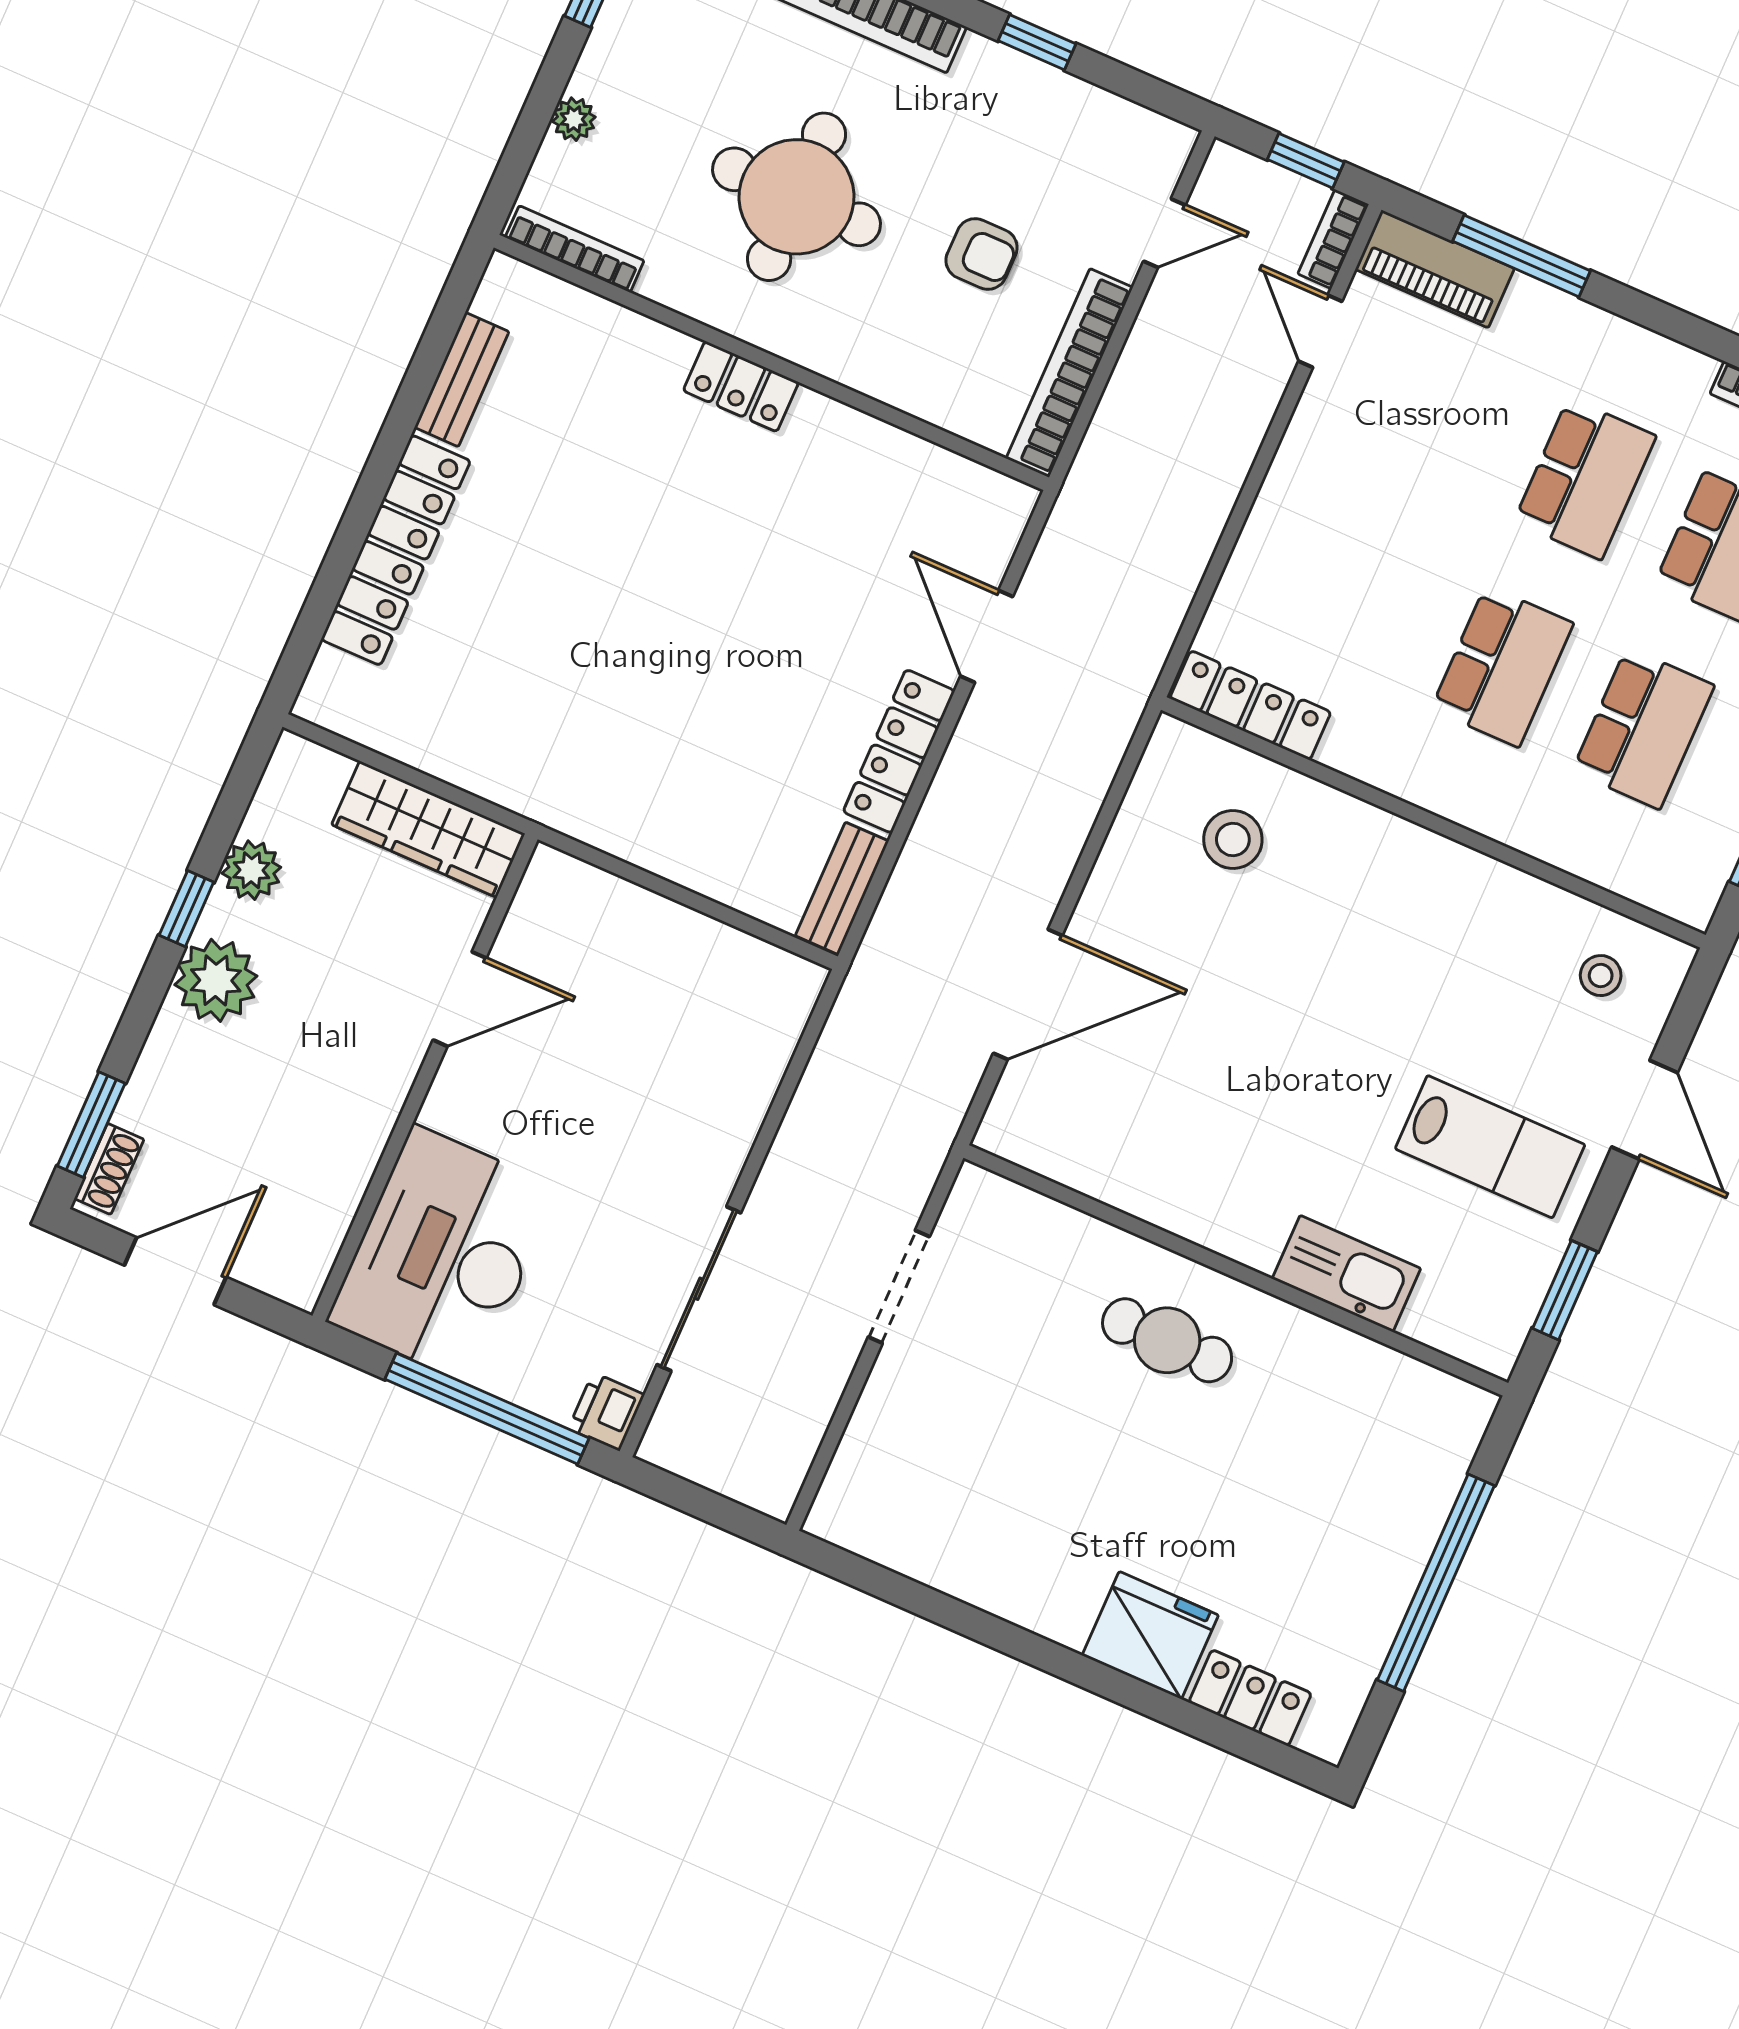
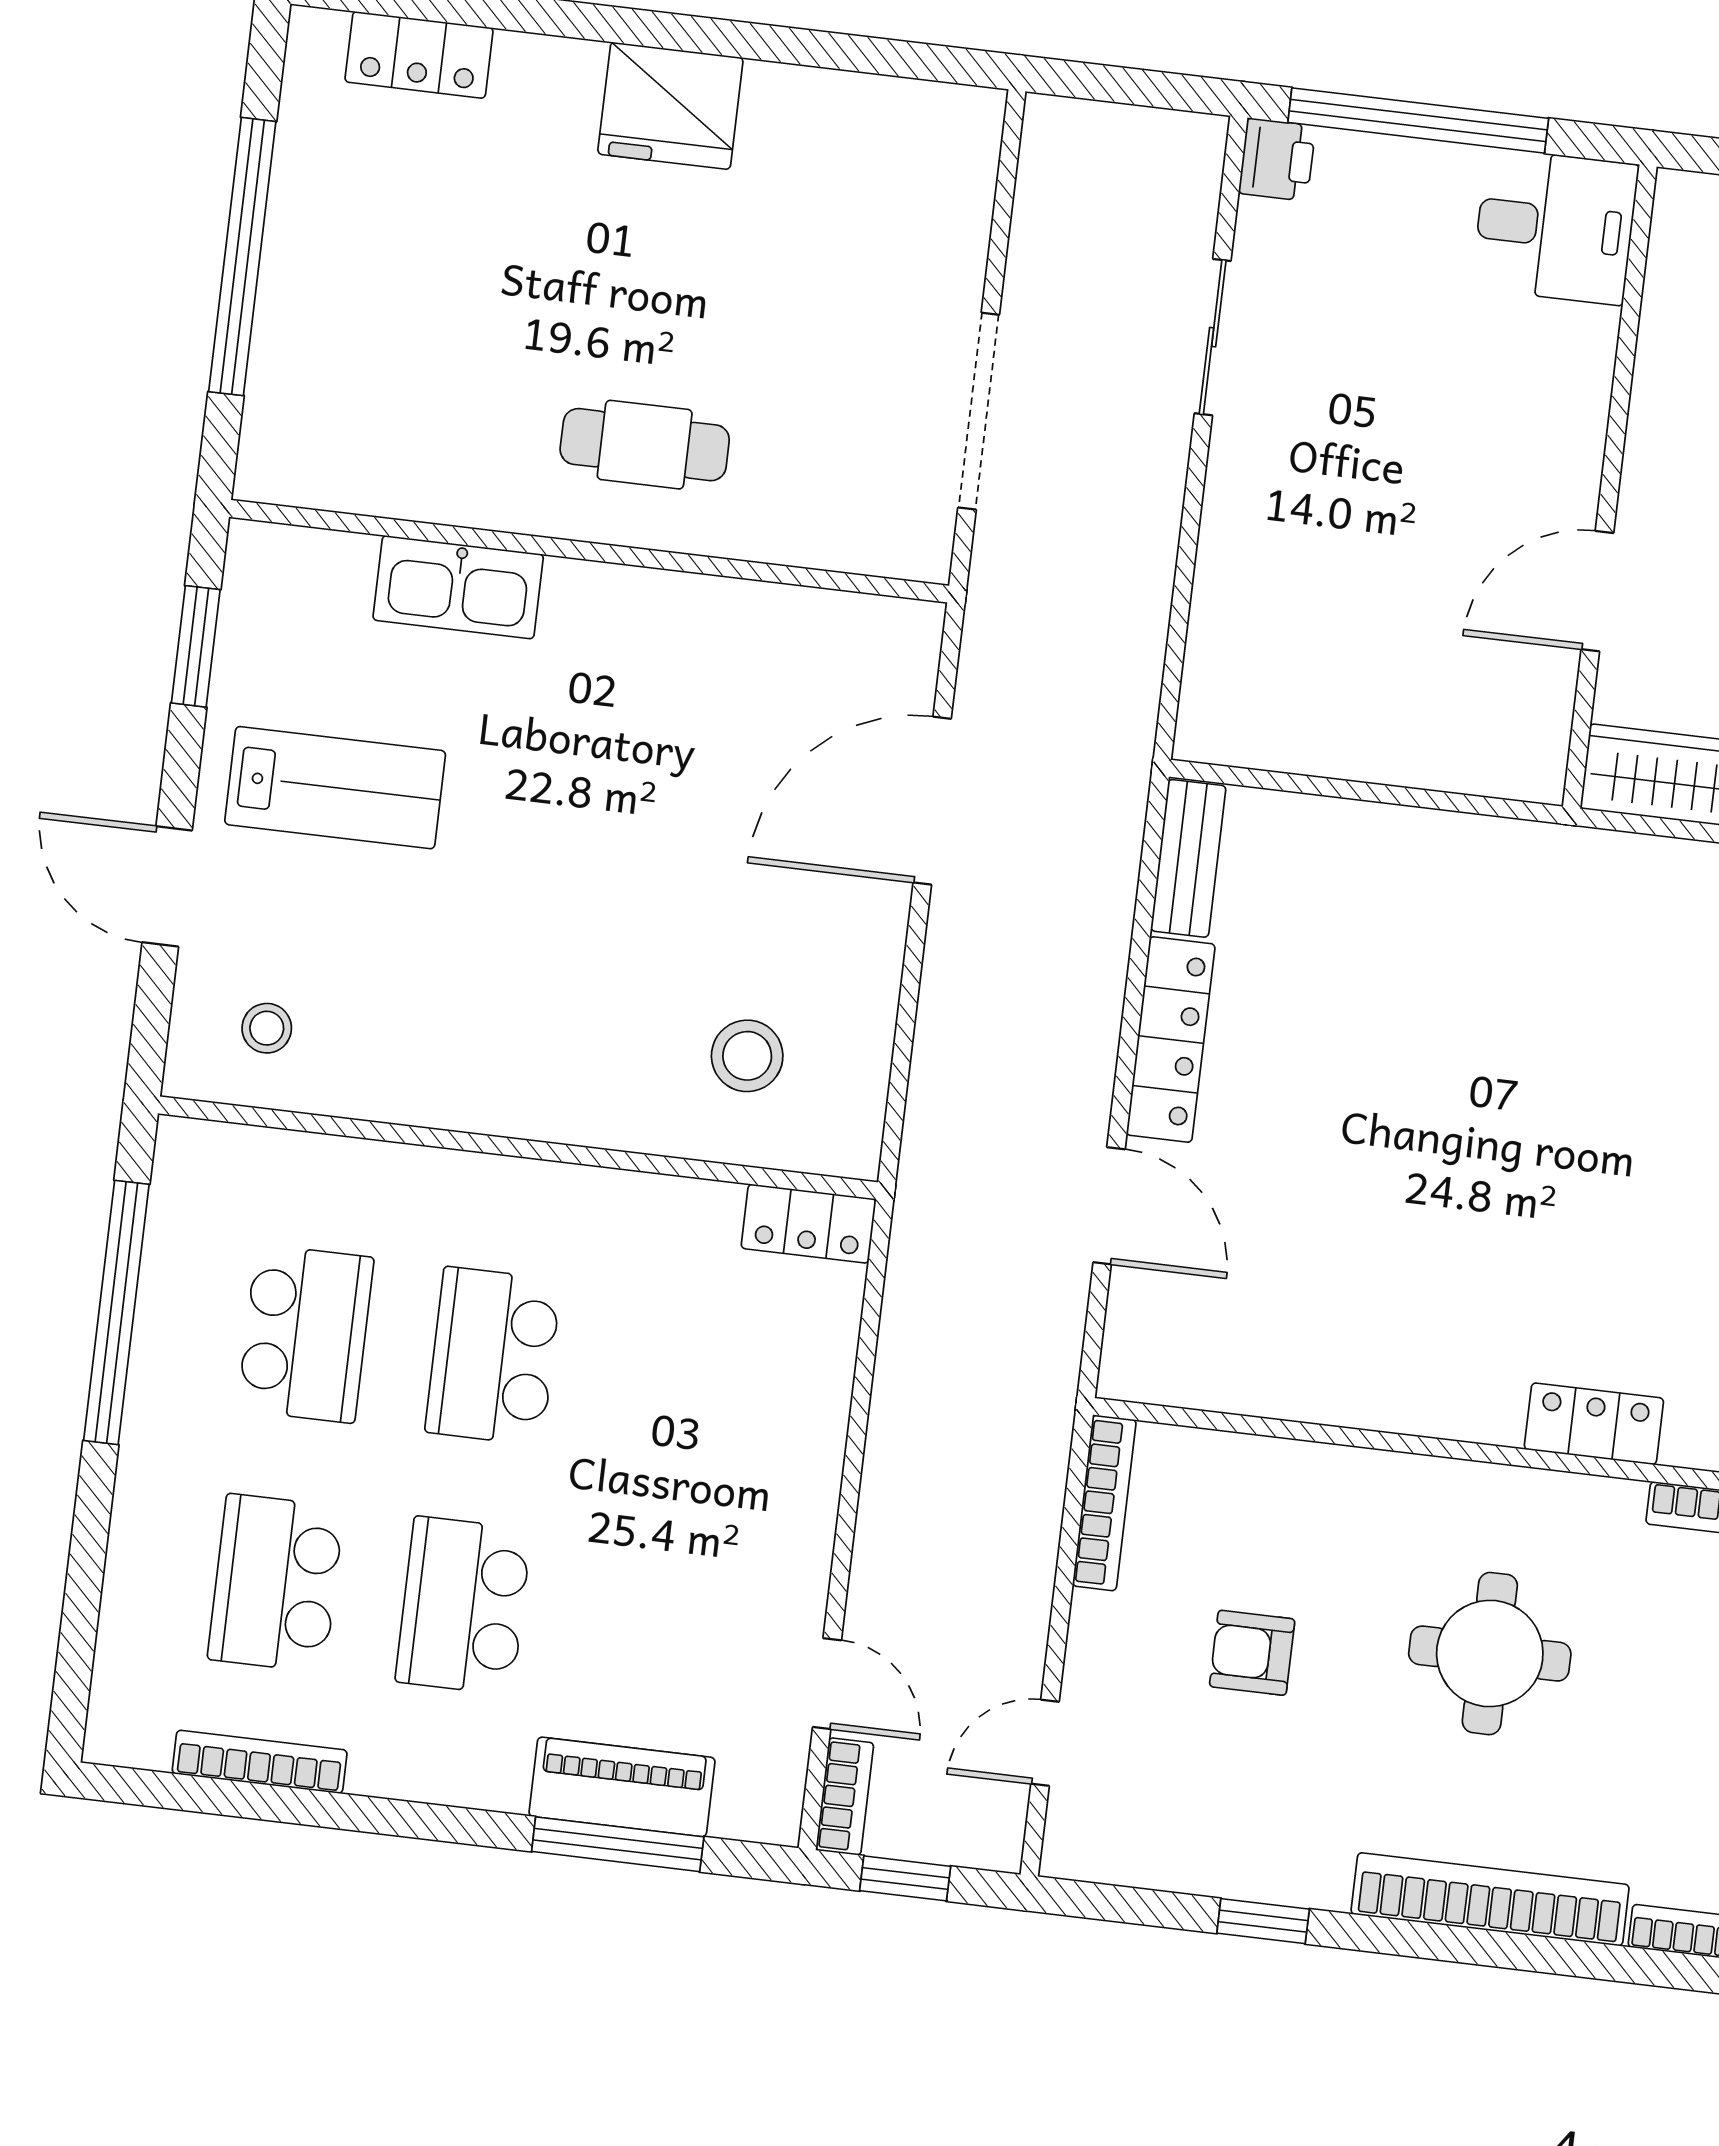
round table: (797, 197) -> (1490, 1654), width x0.73, depth x0.73
piano: (1435, 269) -> (622, 1787), moved
bookcase: (1070, 373) -> (1104, 1503), width x0.68, depth x0.76
locker: (741, 386) -> (1594, 1424), moved
locker: (1250, 705) -> (809, 1224), width x0.66
school desk: (1643, 728) -> (306, 1334), turned 180
lab bench: (1490, 1147) -> (335, 788), turned 180
desk: (443, 1255) -> (1555, 227), width x0.53, depth x0.77
doorway: (899, 1287) -> (979, 411), width x1.36
sliding door: (699, 1289) -> (1213, 337), width x0.73
fridge: (1150, 1635) -> (670, 106), moved

